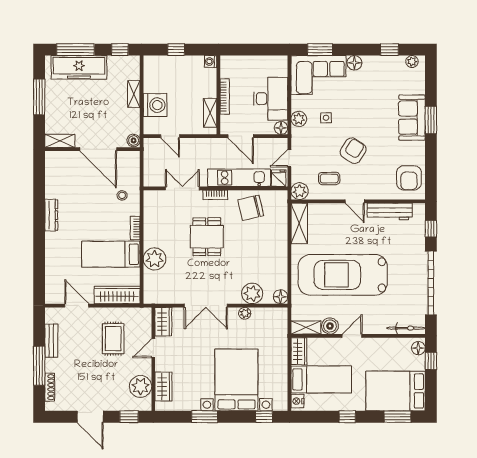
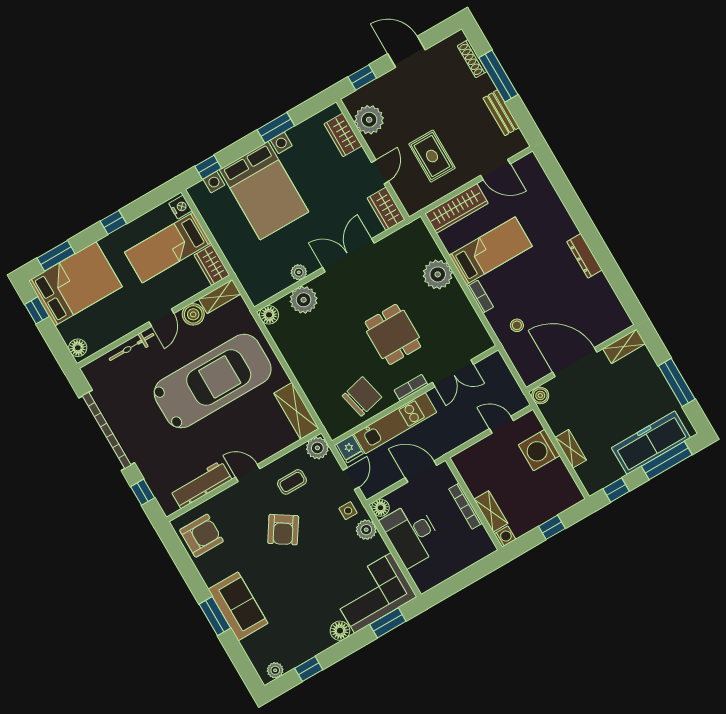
shelving: (210, 113) -> (491, 511), moved
side table: (326, 118) -> (348, 511), moved
armchair: (409, 178) -> (201, 536), turned 90
bicycle: (406, 328) -> (132, 347), moved
window: (431, 361) -> (37, 310), moved

